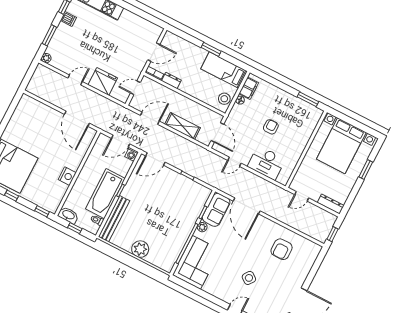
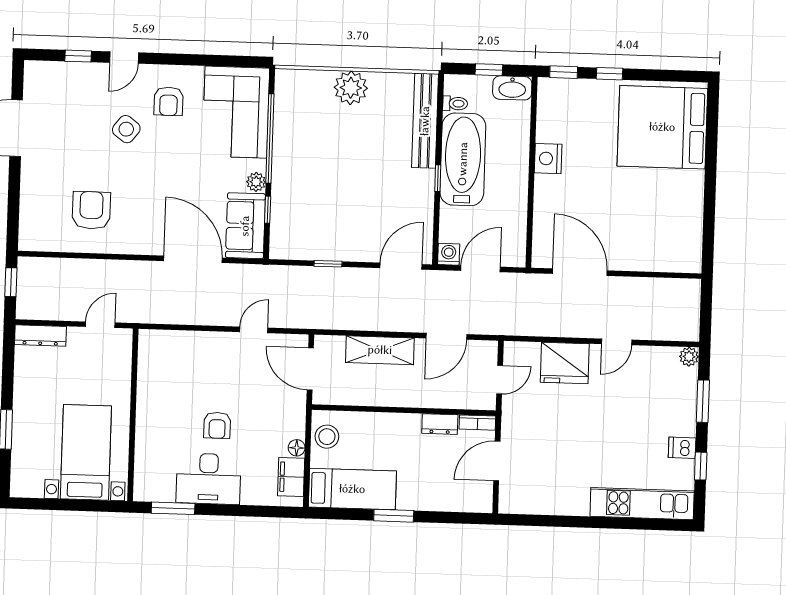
bed with nightstands: (341, 146) -> (86, 452), width x0.73
desk: (266, 163) -> (209, 479), moved, turned 180
window: (12, 196) -> (610, 74), moved
armchair: (224, 281) -> (169, 101), added

